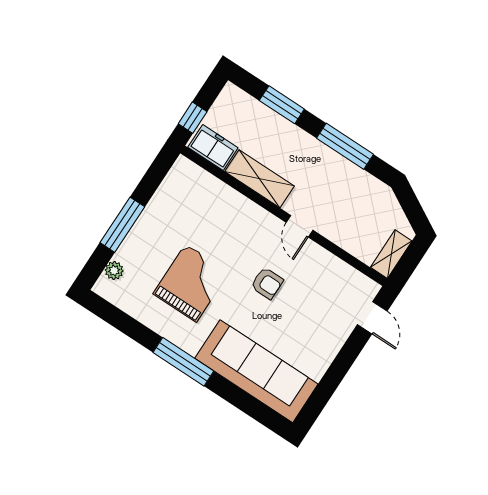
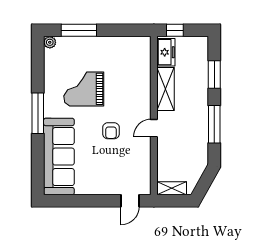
window: (122, 225) -> (79, 30), moved
plant: (114, 271) -> (50, 42), moved
grand piano: (191, 283) -> (84, 89), turned 180

